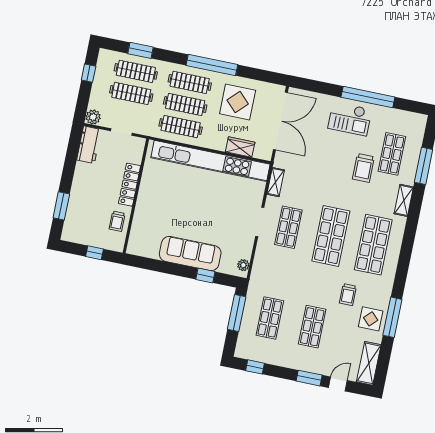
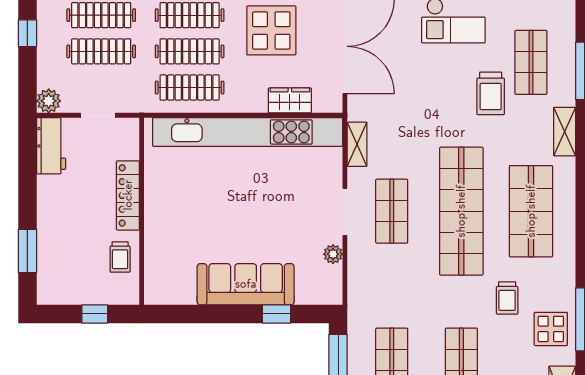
shop shelf: (331, 236) -> (461, 211), width x1.40
plant: (243, 265) -> (333, 254), moved

